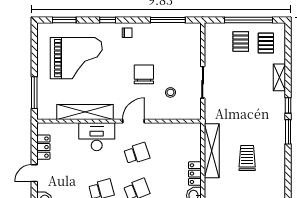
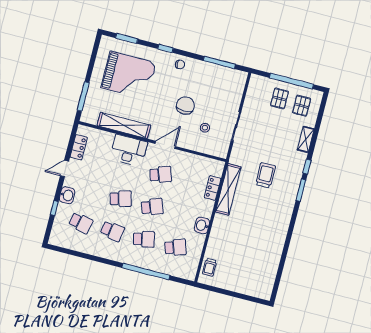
trolley: (247, 158) -> (266, 175), moved
locker: (195, 174) -> (213, 188), moved

